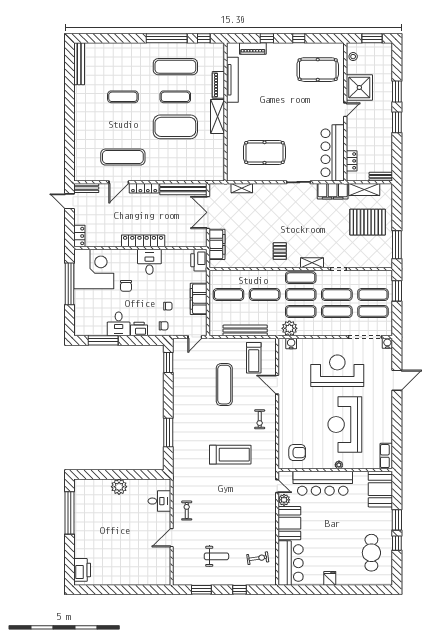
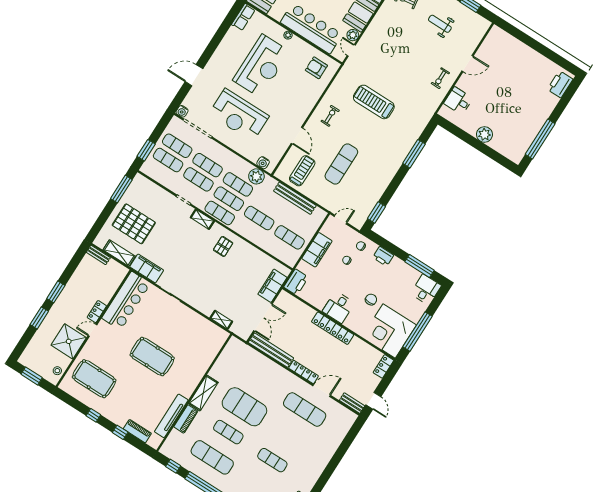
pool table: (264, 153) -> (152, 357), moved
locker: (352, 161) -> (97, 312), moved
desk: (119, 324) -> (426, 290), moved

